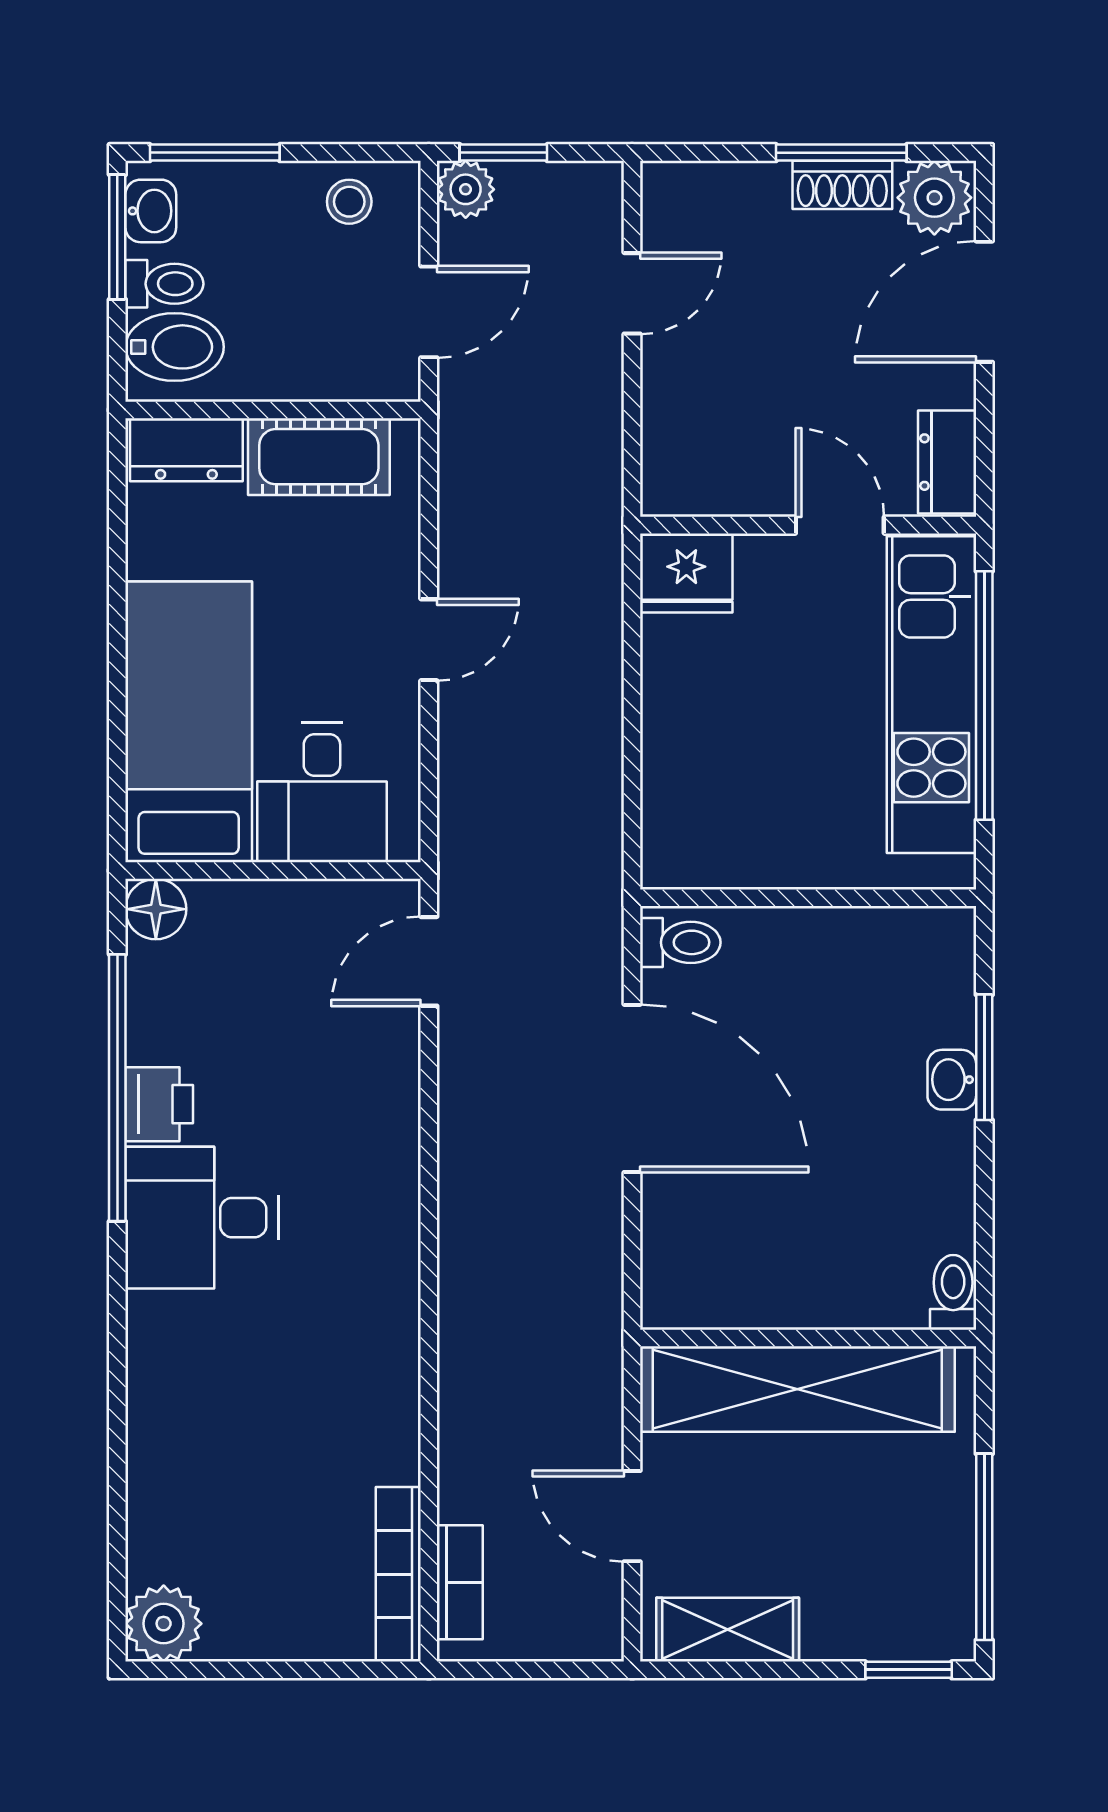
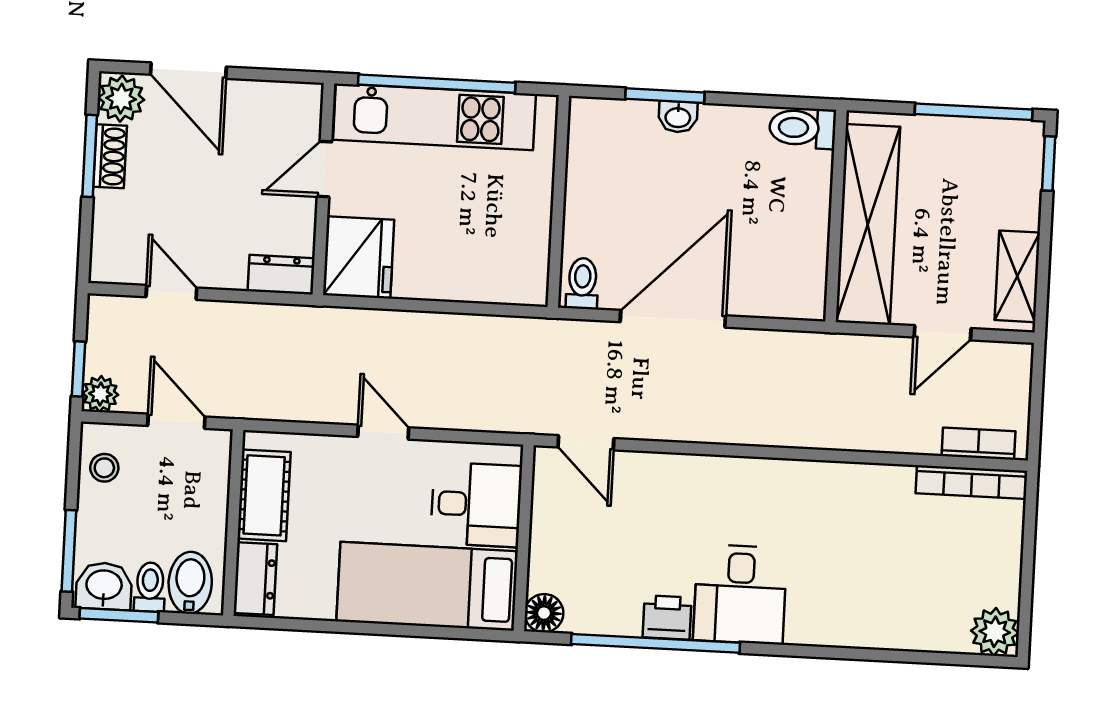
washbasin: (151, 211) -> (104, 586), width x1.38, depth x1.45
dresser: (947, 462) -> (281, 275), moved, turned 180
fridge: (686, 573) -> (359, 257), width x1.36, depth x1.34
toilet: (953, 1292) -> (803, 128), width x1.37, depth x1.39

